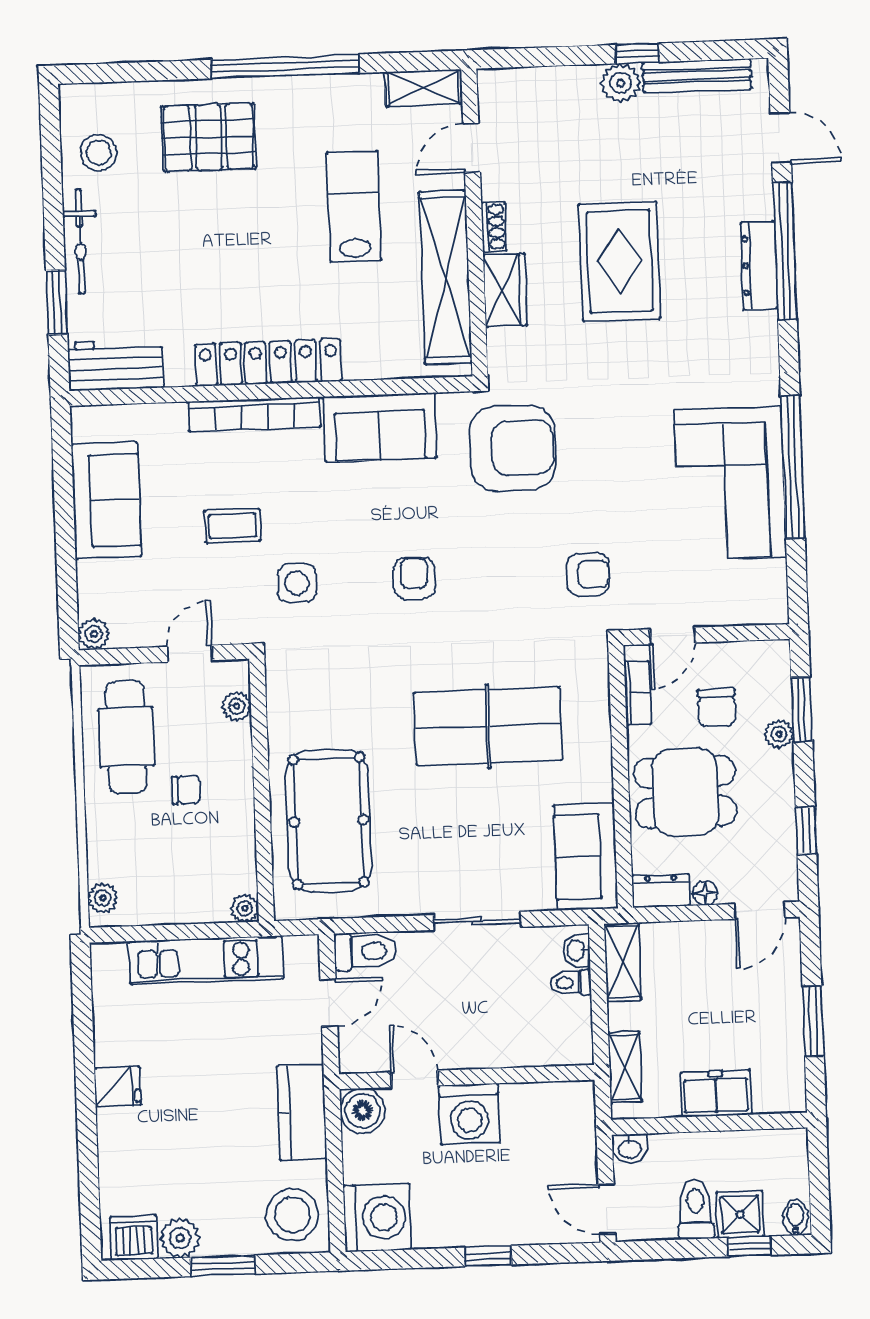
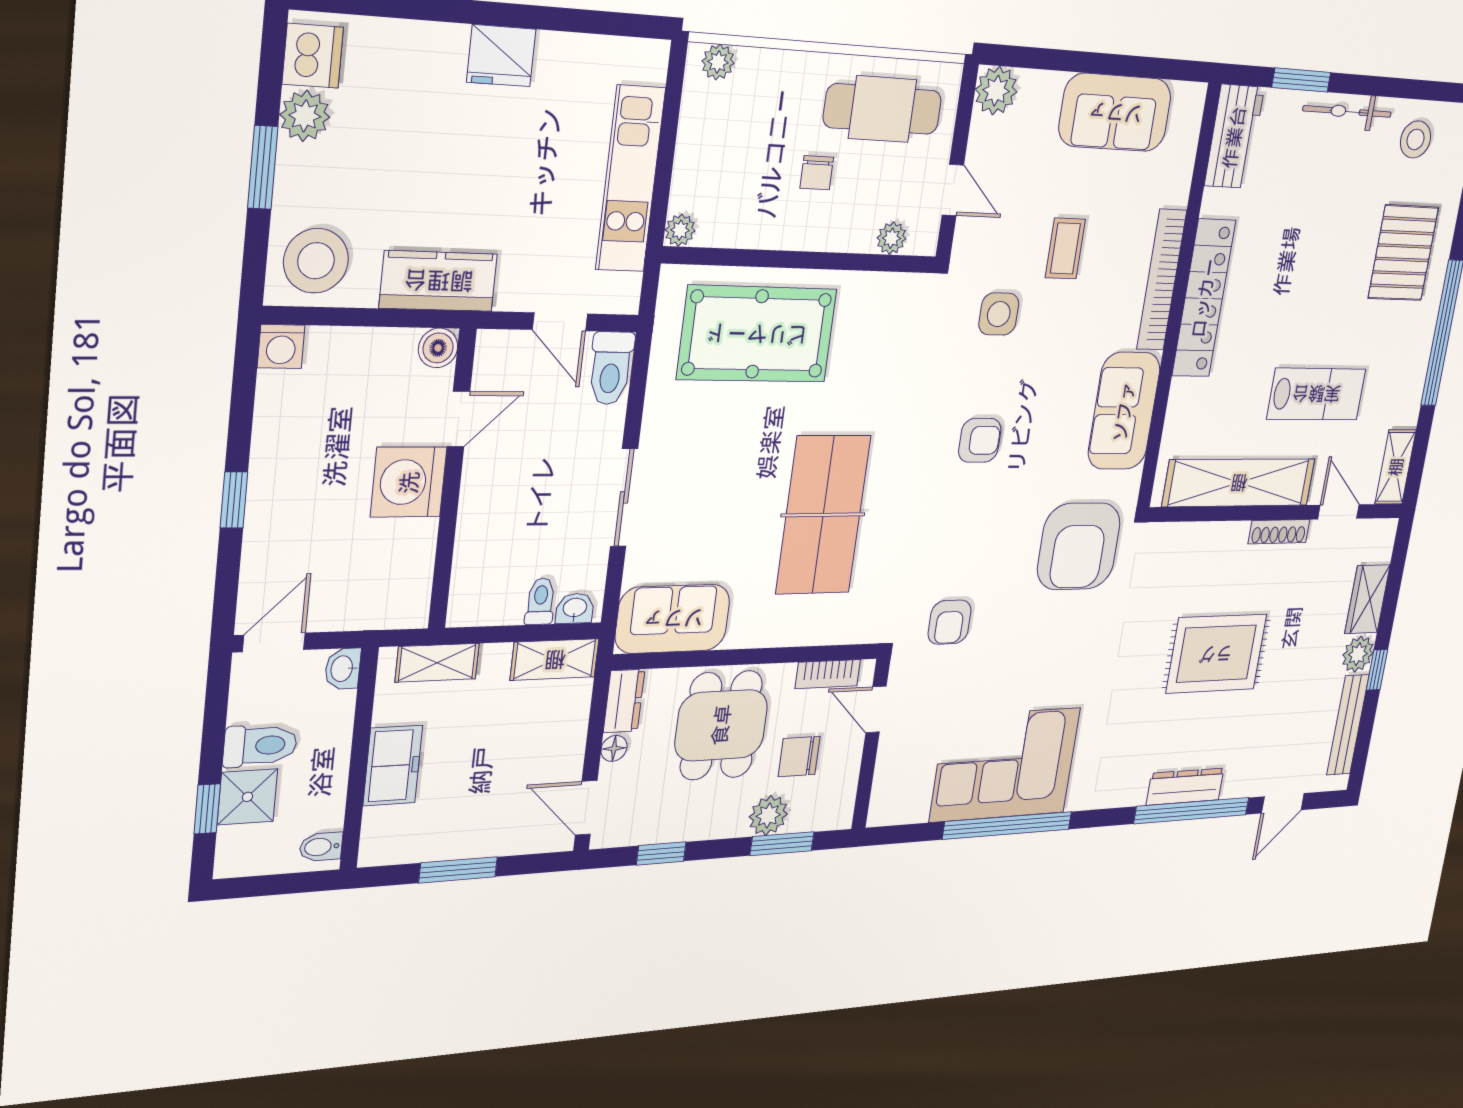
shoe rack: (494, 227) -> (1279, 532), width x1.43
wardrobe: (505, 290) -> (1367, 599), moved, turned 90
plant: (94, 634) -> (996, 91), width x1.38, depth x1.38
plant: (779, 734) -> (768, 815), width x1.38, depth x1.38
fridge: (118, 1086) -> (501, 56), width x1.38
boiler: (363, 1111) -> (438, 348), width x0.73, depth x0.73
bidet: (795, 1217) -> (321, 847), moved, turned 180
washing machine: (377, 1218) -> (281, 346), width x0.53, depth x0.53

